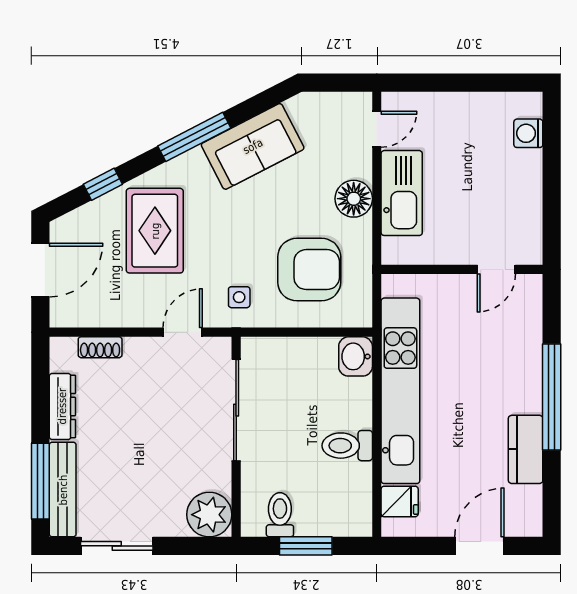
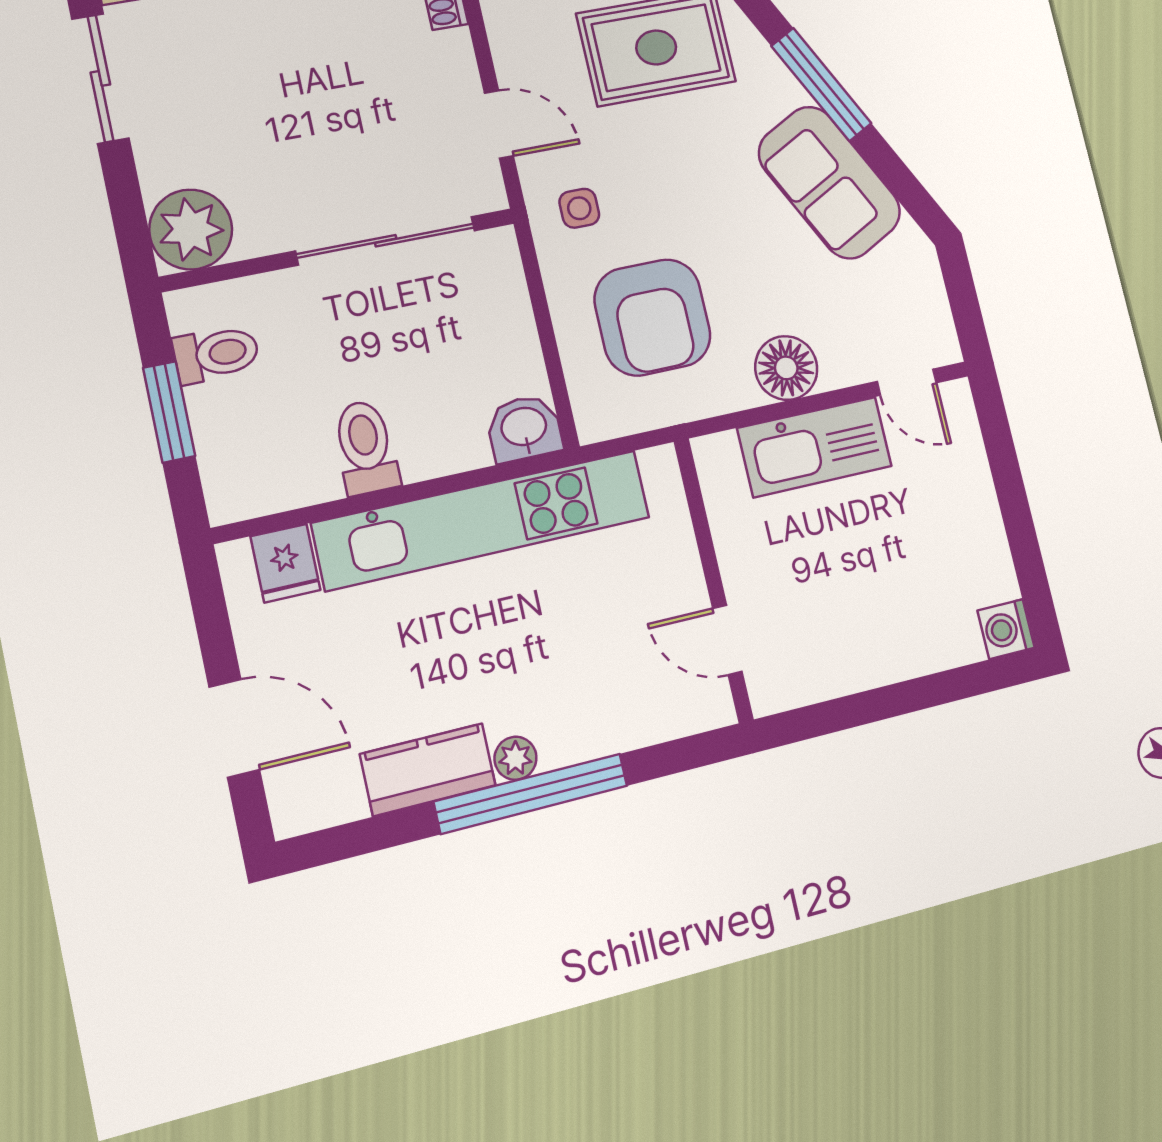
washing machine: (528, 133) -> (1006, 629), moved, turned -90
plant: (531, 401) -> (515, 758), added

